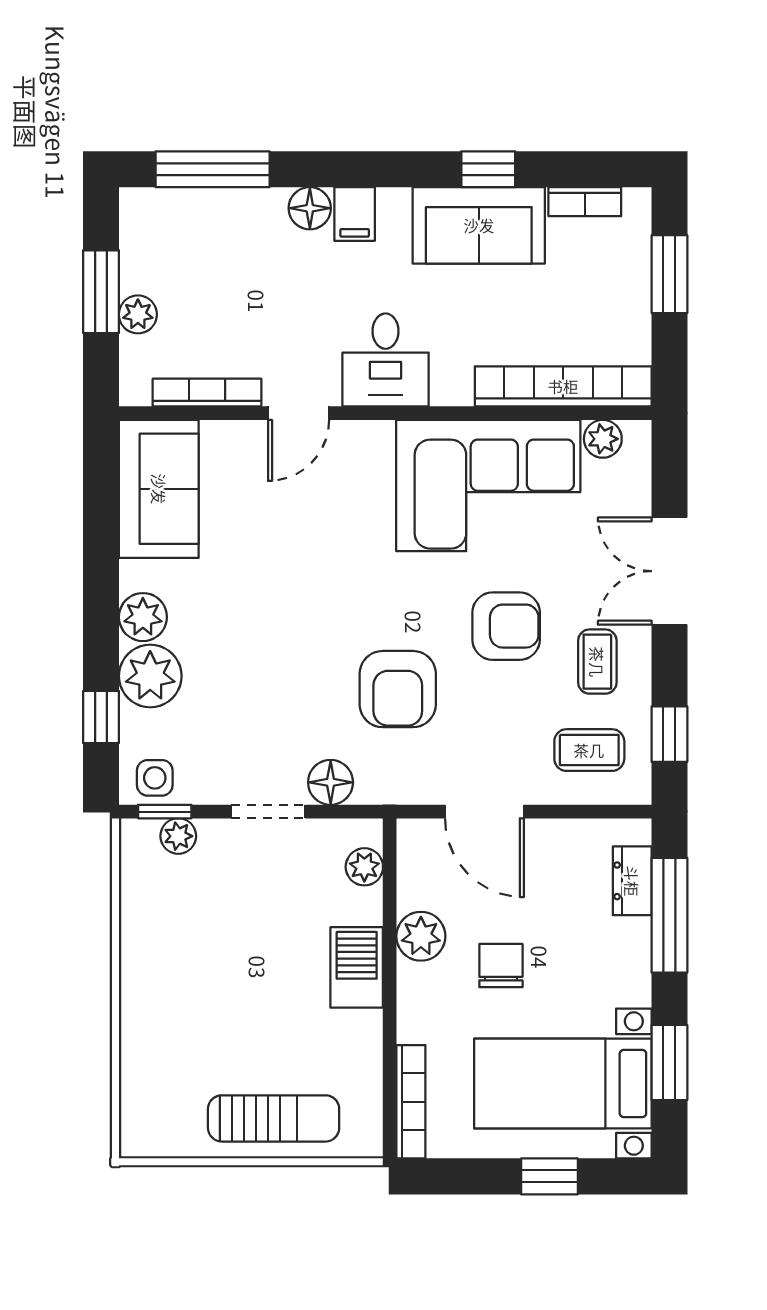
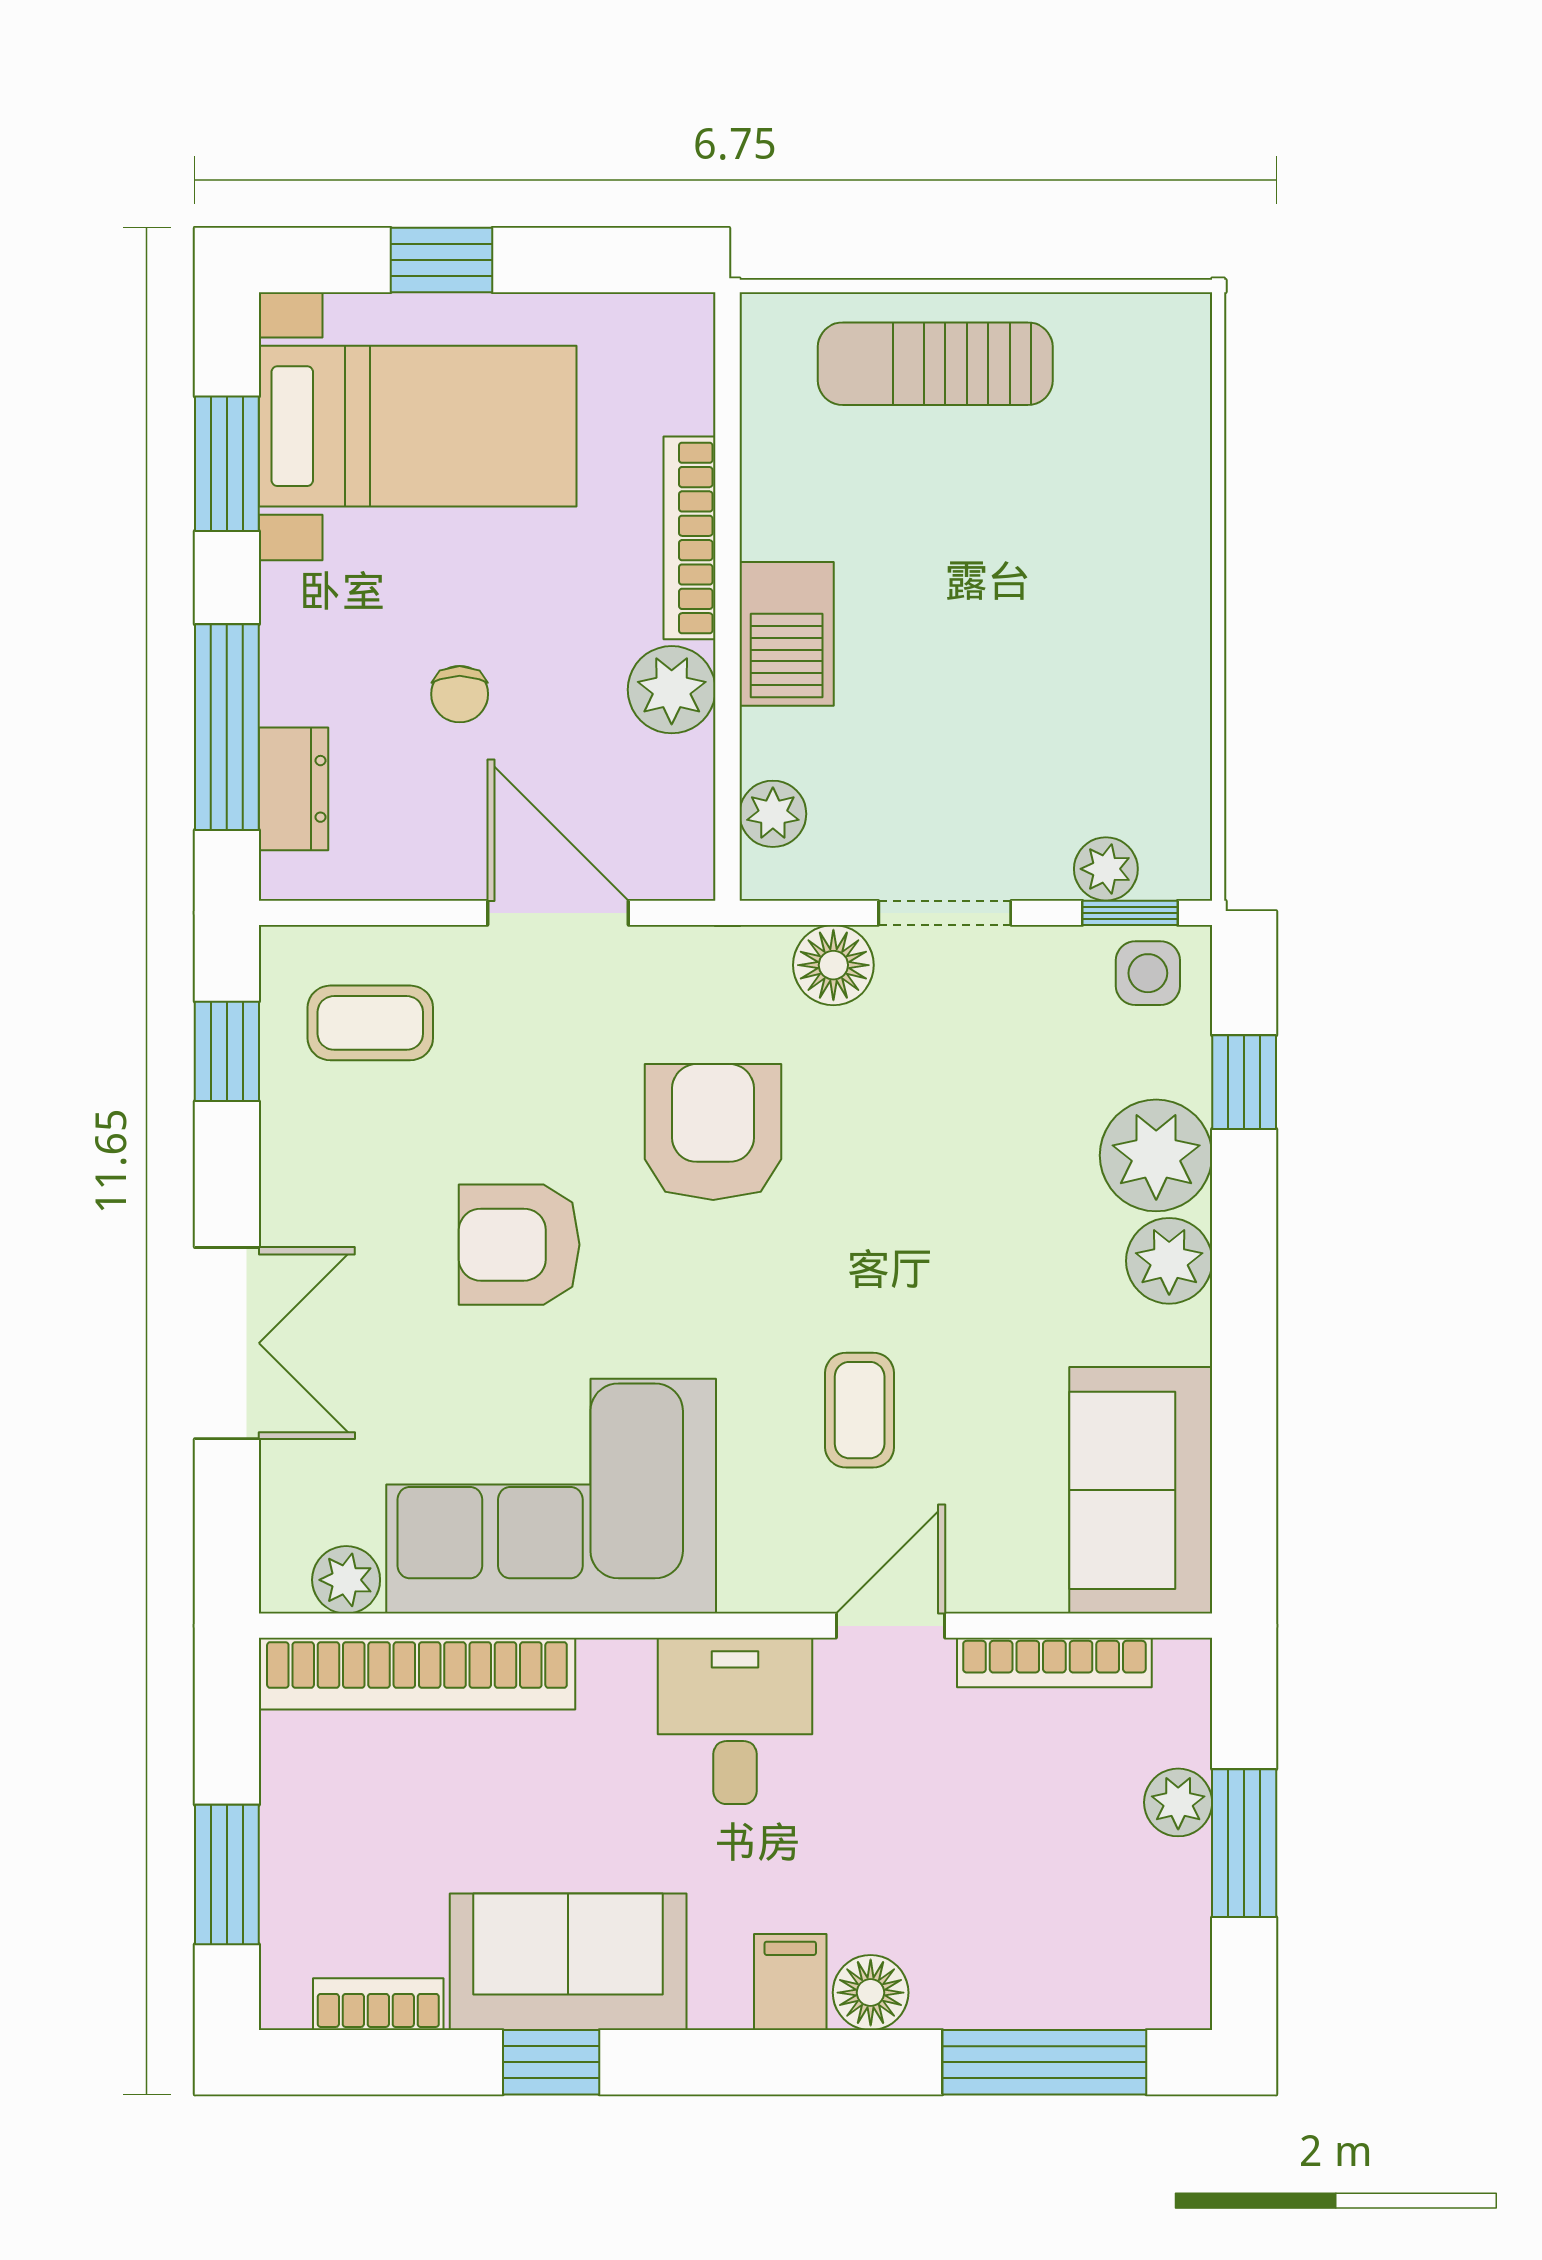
coffee table: (597, 662) -> (860, 1410), moved
chair: (501, 966) -> (460, 694), moved, width x0.73, depth x0.73
bookcase: (411, 1102) -> (689, 538), moved

